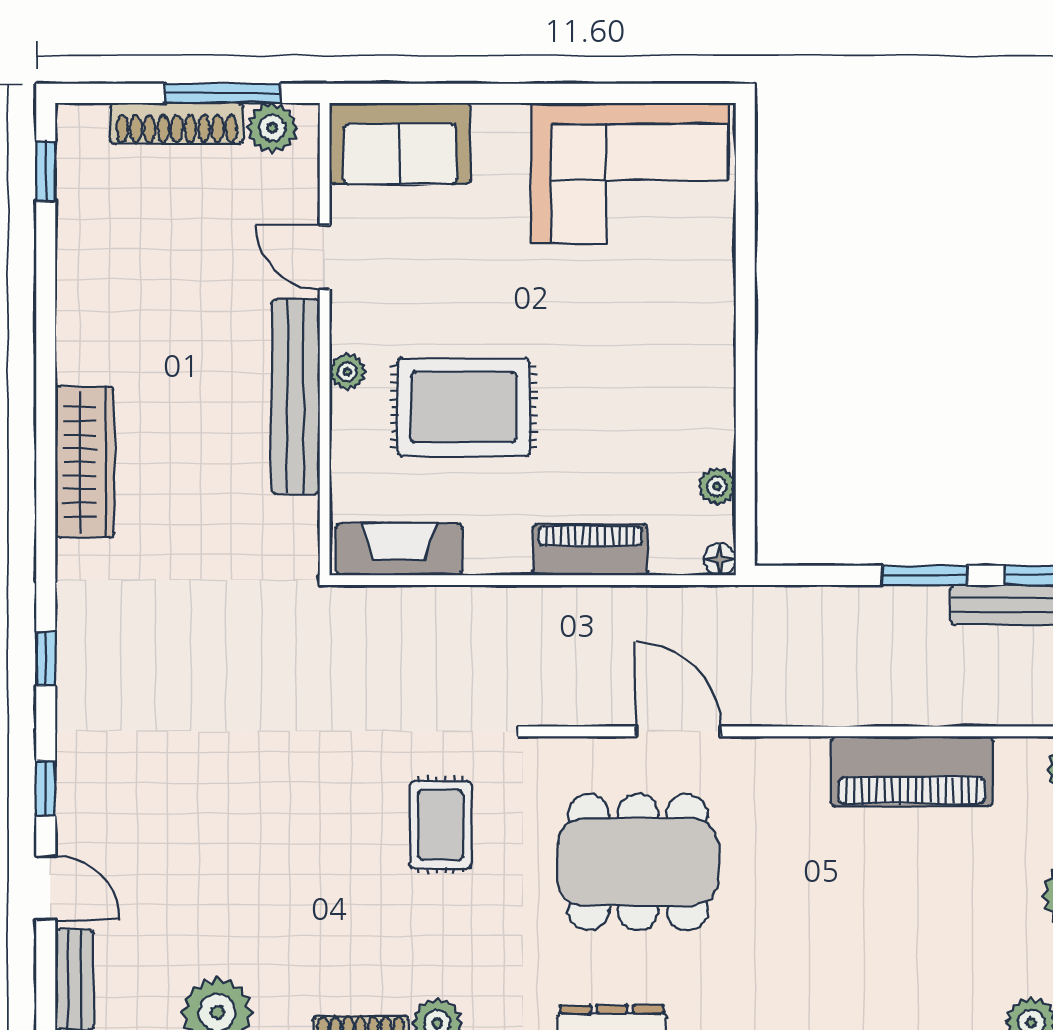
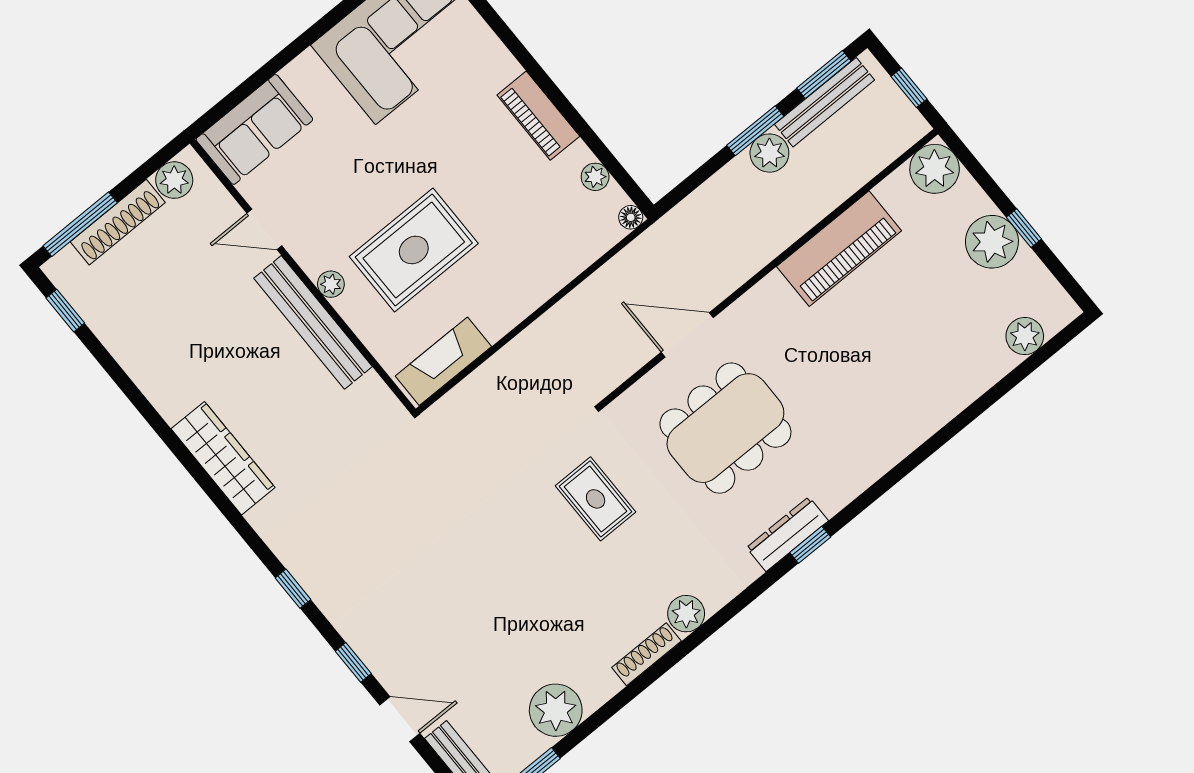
window: (223, 93) -> (80, 224), moved
piano: (590, 550) -> (538, 116), moved, turned -90
plant: (921, 611) -> (769, 153), added

